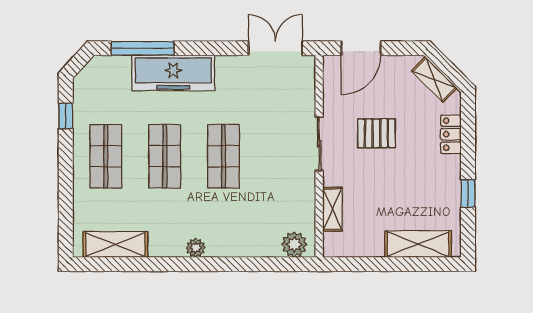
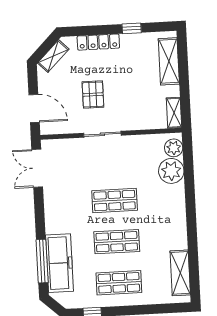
freezer: (173, 73) -> (59, 263), moved
locker: (451, 134) -> (98, 42), width x1.53
shelving: (332, 209) -> (174, 113), moved, turned 90
plant: (196, 248) -> (171, 171), moved, width x1.88, depth x1.88

